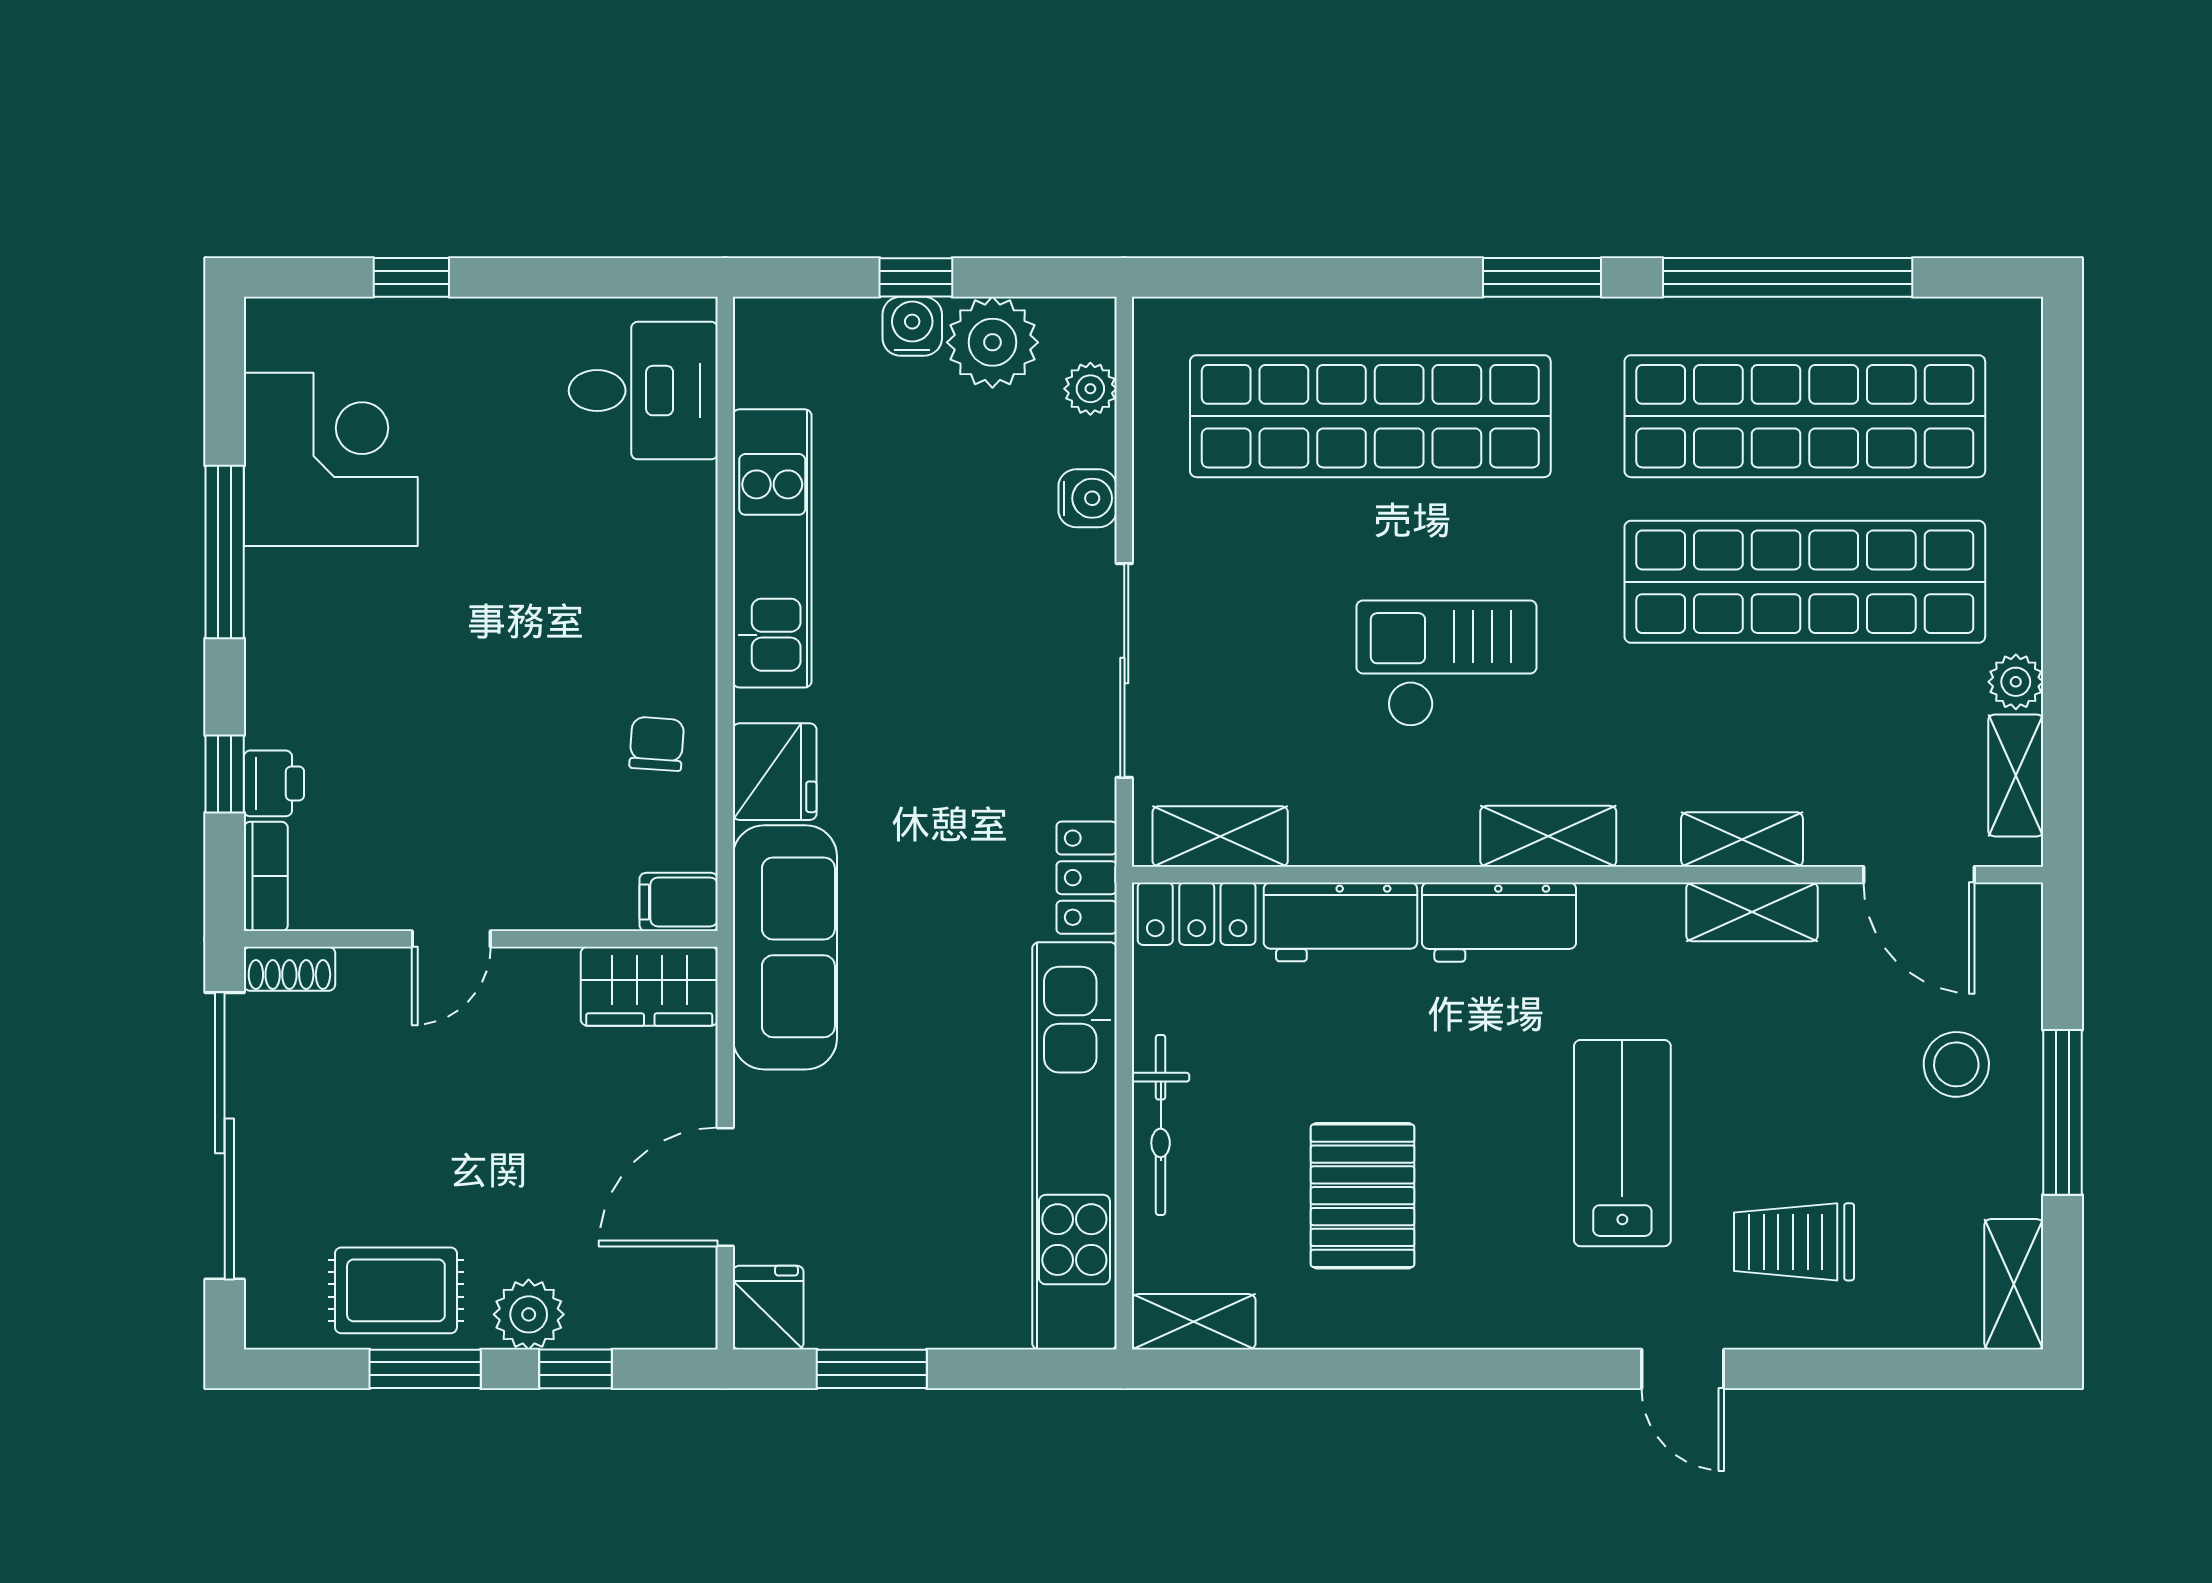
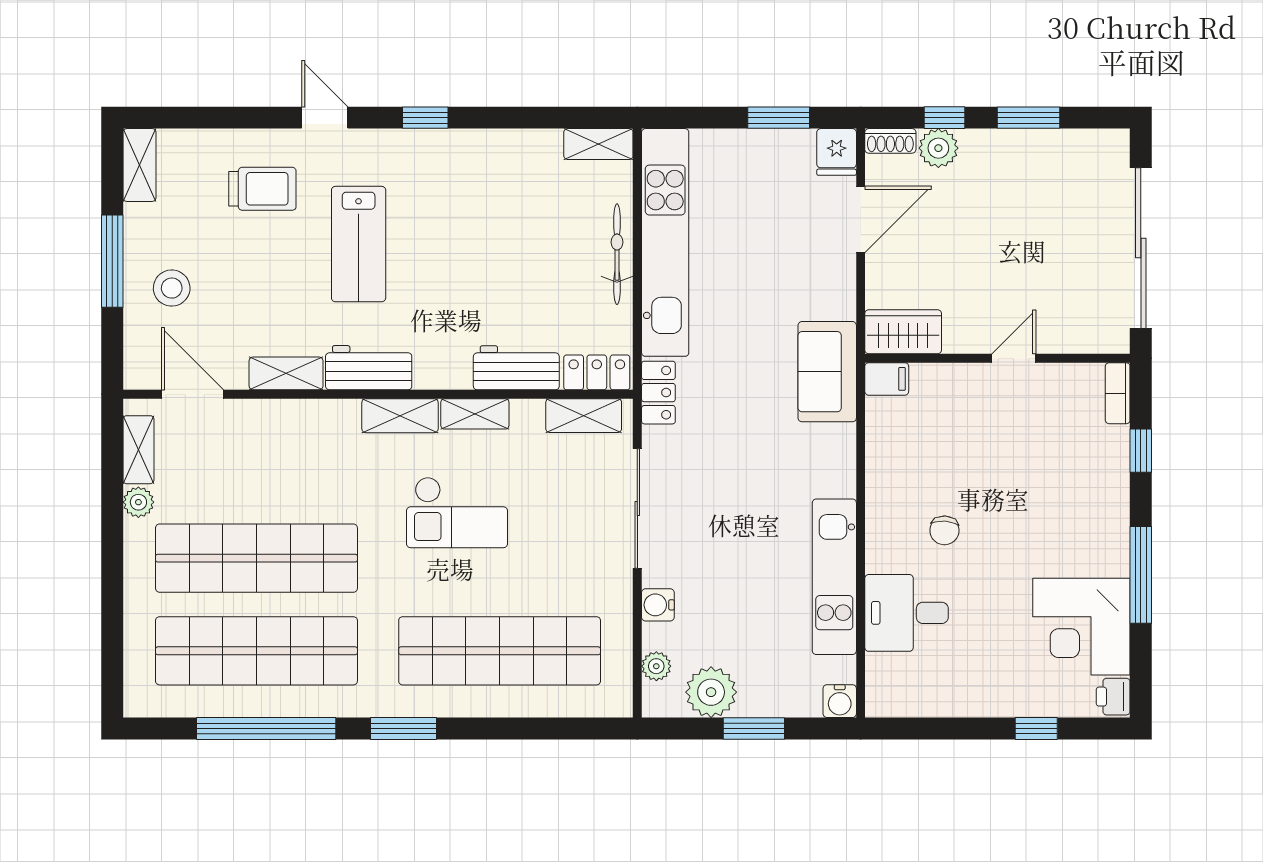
window: (916, 277) -> (754, 728), width x1.50
water cooler: (912, 326) -> (840, 701), moved
desk: (643, 391) -> (906, 613), moved
chair: (657, 744) -> (944, 530), moved
fridge: (775, 772) -> (833, 452), removed
printer: (274, 783) -> (1113, 697), moved
shelving: (1742, 840) -> (475, 414), moved
workbench: (1499, 922) -> (369, 368), moved
sofa: (785, 947) -> (827, 372), width x0.73
shoe rack: (289, 969) -> (890, 141), moved, turned 180
pallet: (1363, 1196) -> (504, 215), removed
rug: (396, 1290) -> (1045, 162), removed
plant: (529, 1314) -> (938, 148), moved
window: (1503, 1369) -> (425, 118), added

